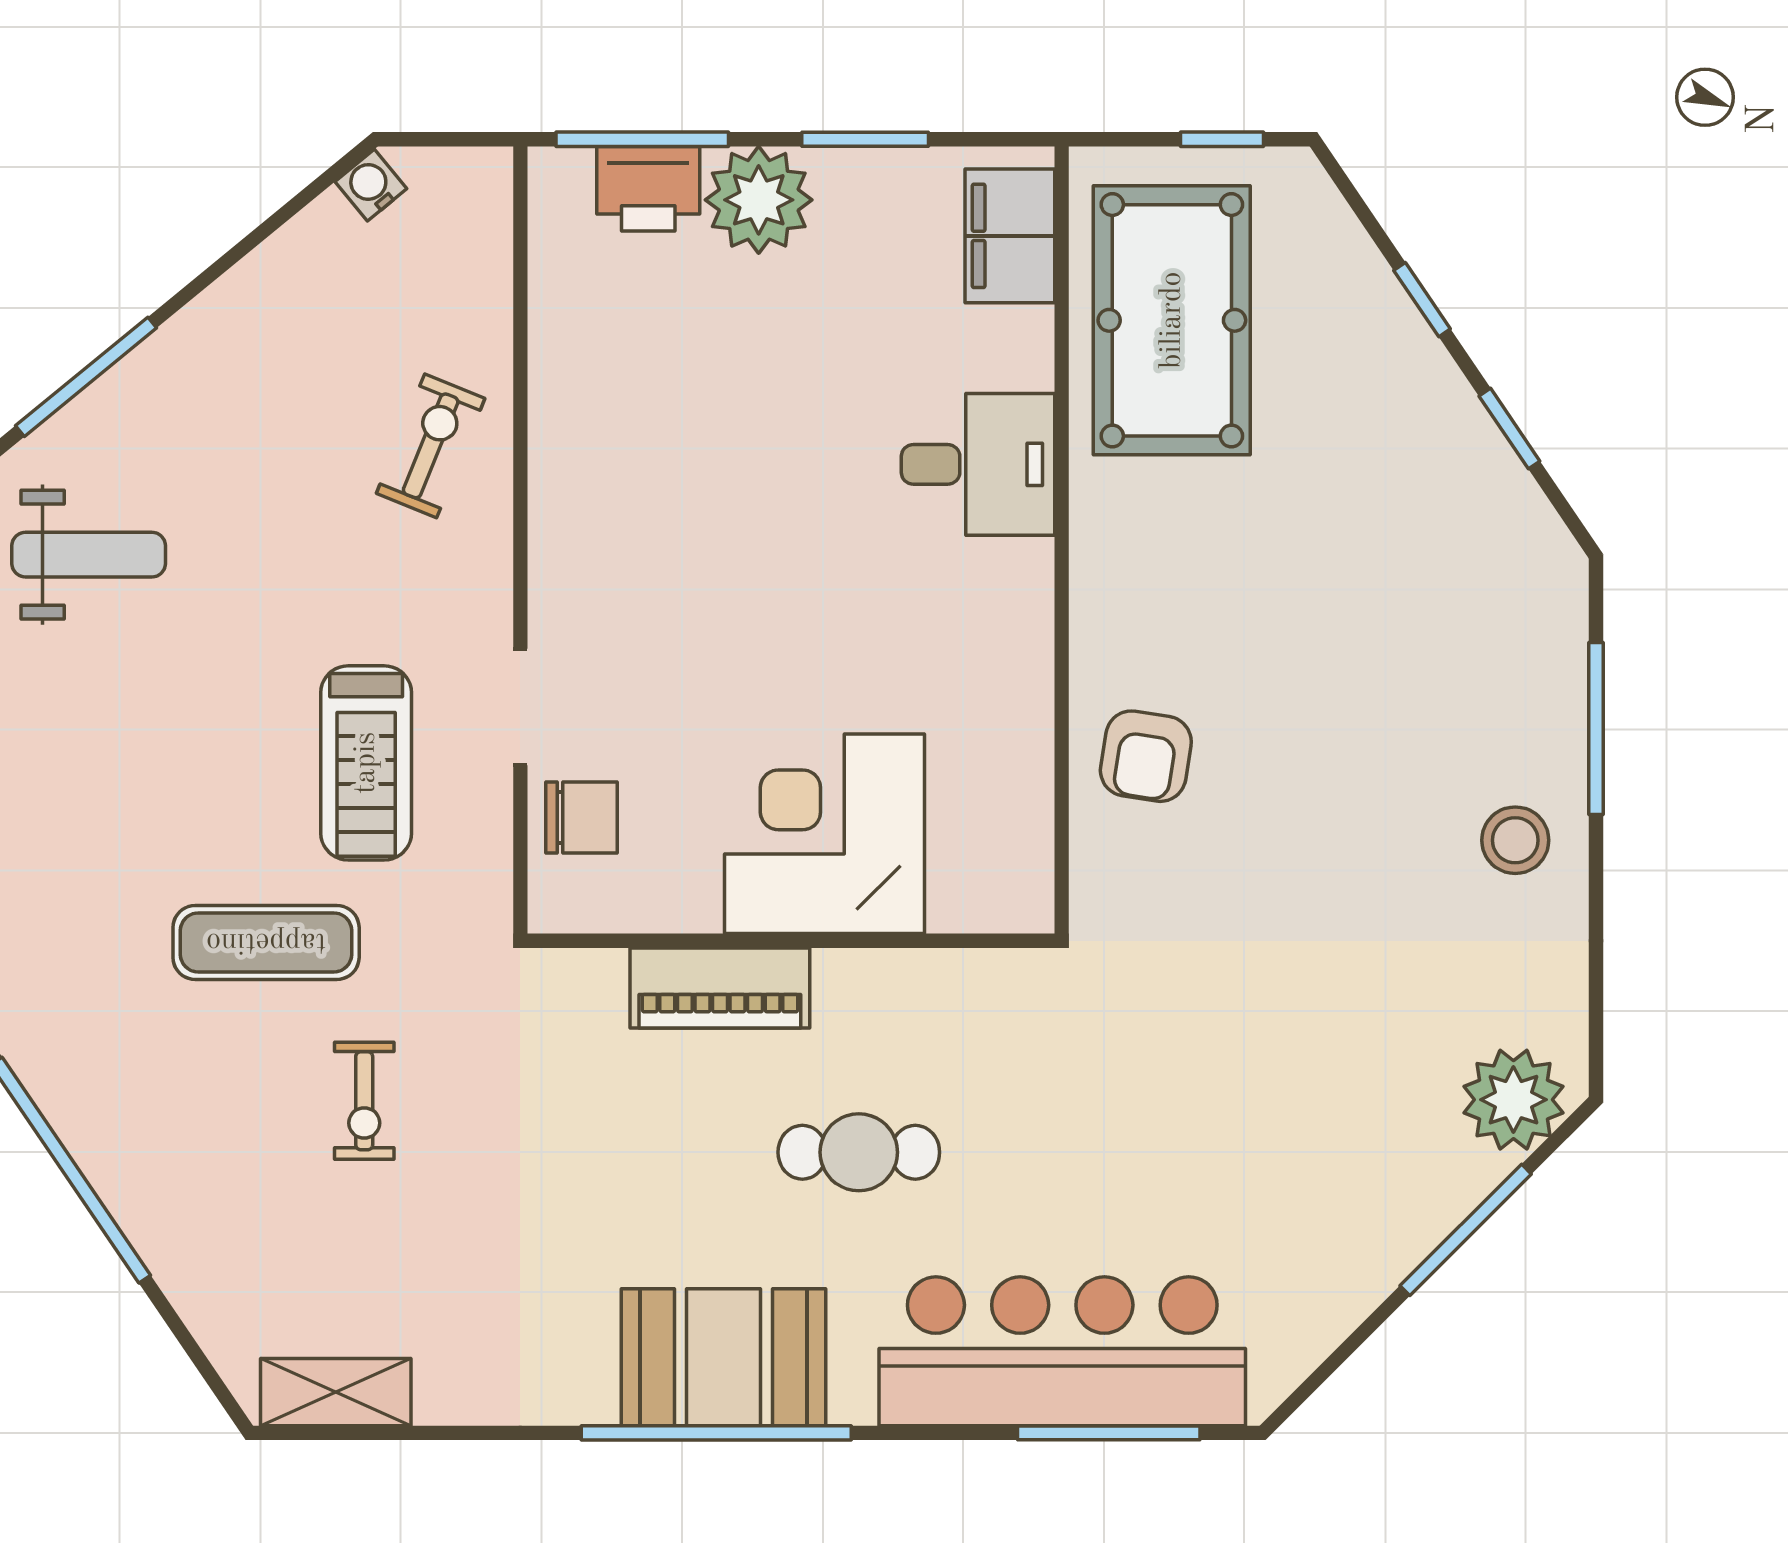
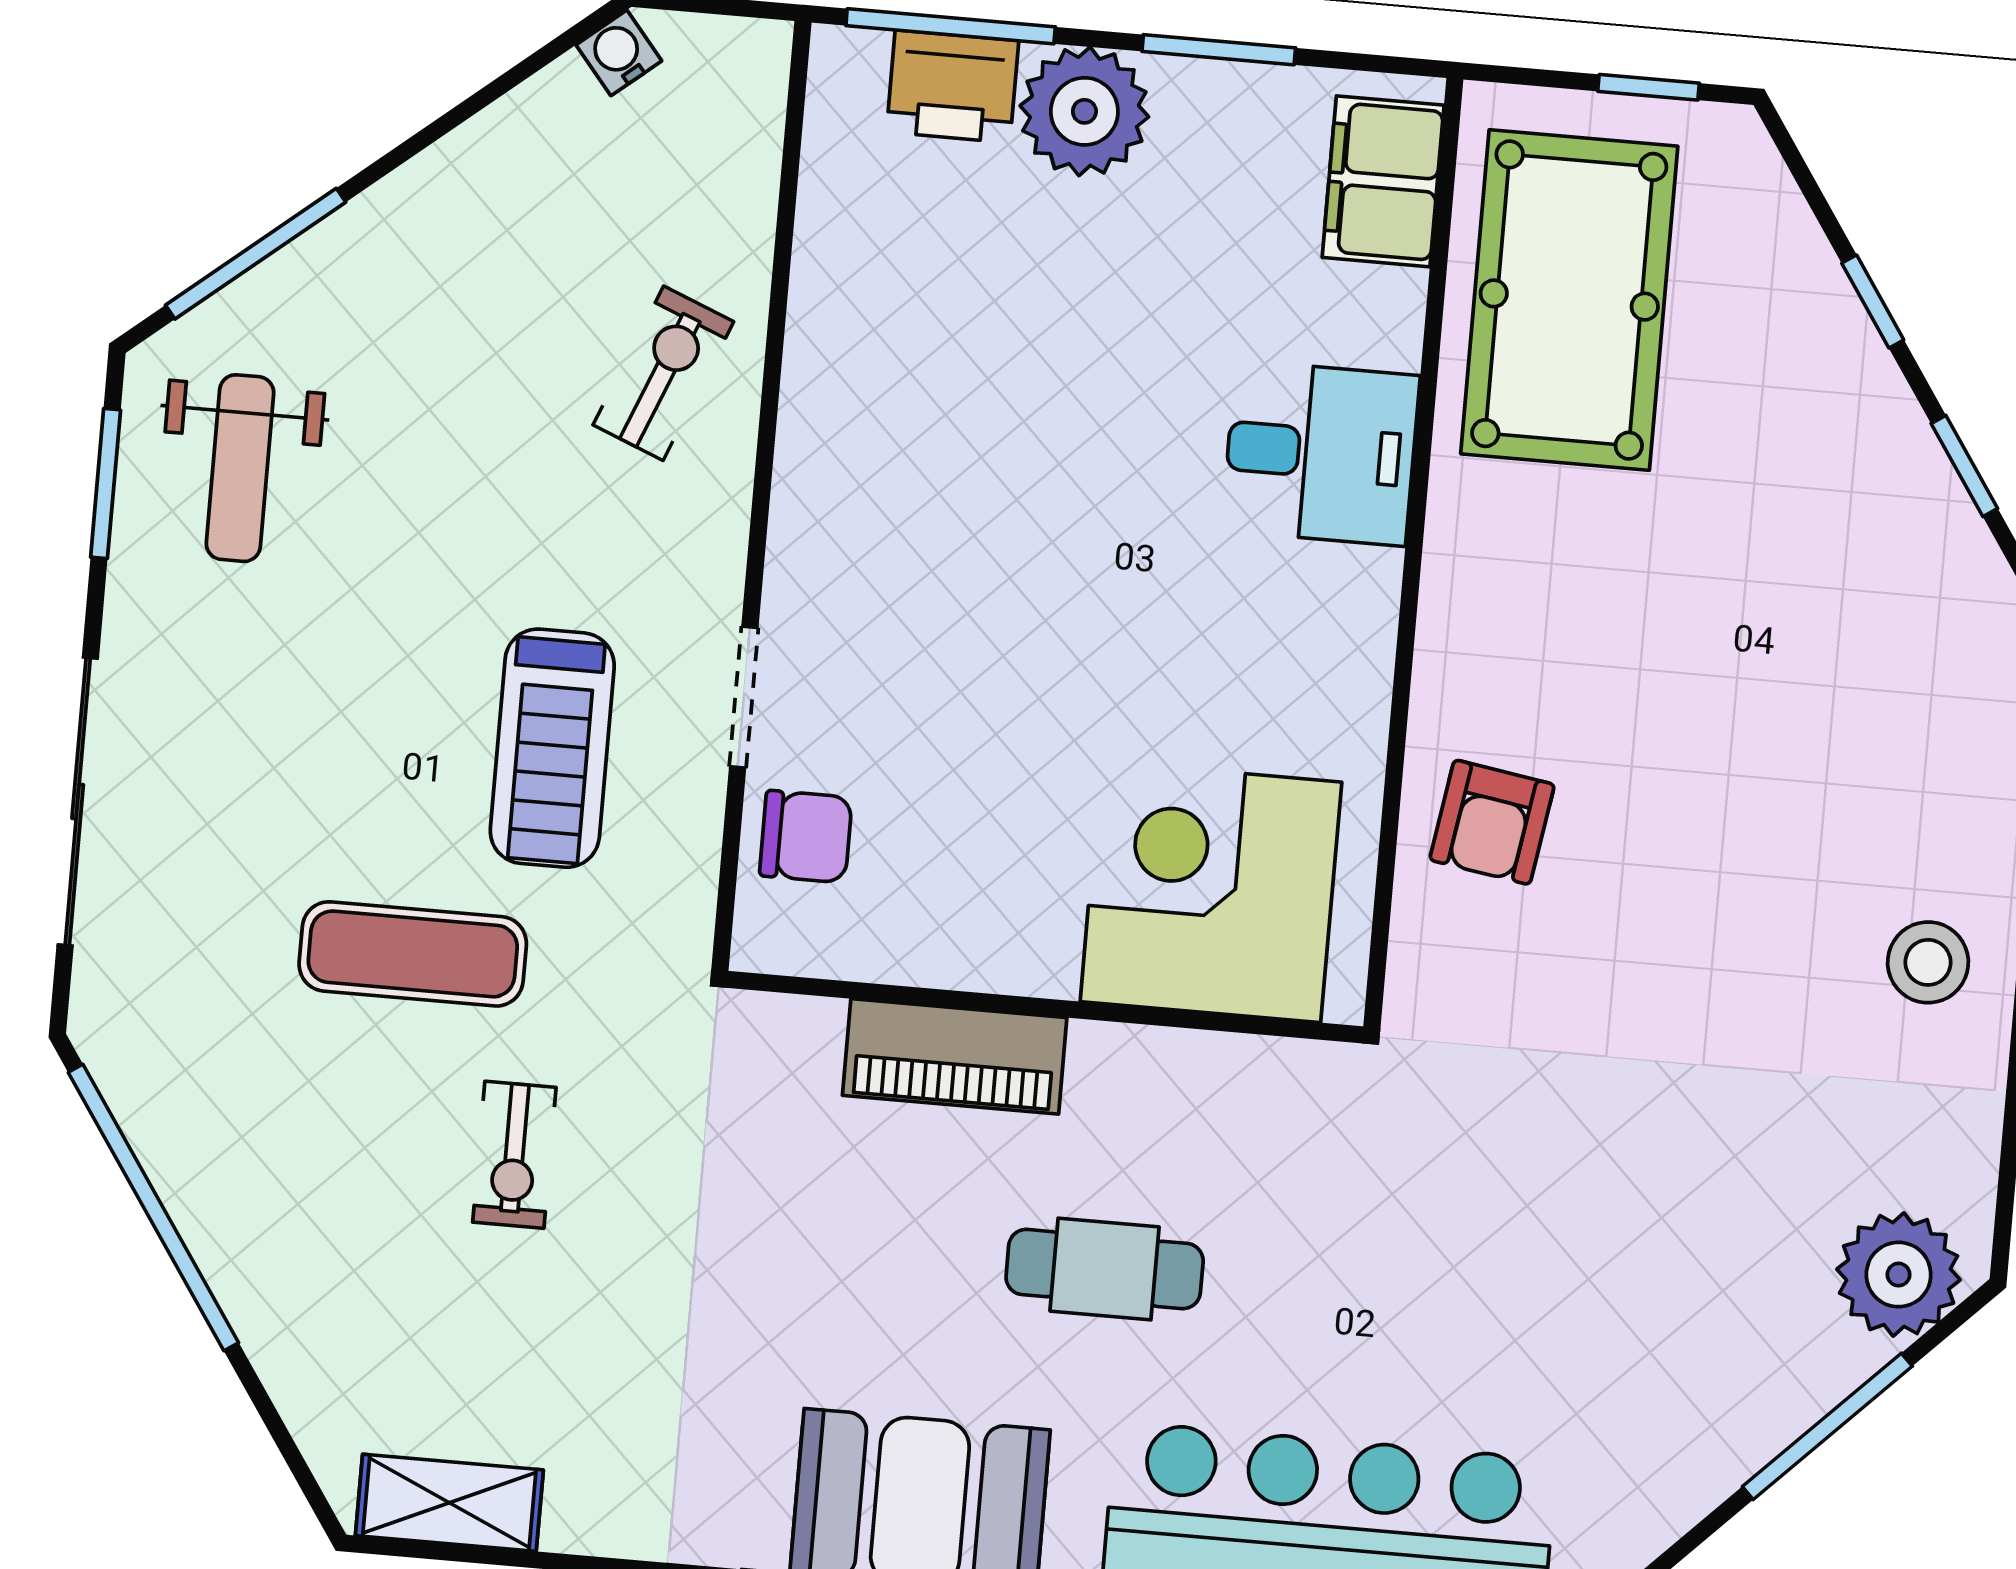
weight bench: (89, 555) -> (240, 468), turned 90
corner desk: (824, 834) -> (1211, 892), moved

